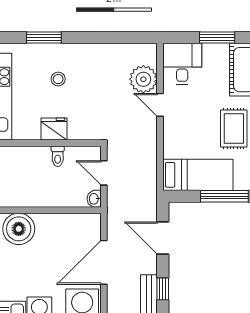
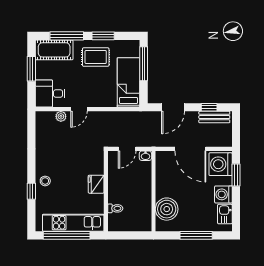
window: (44, 37) -> (31, 191), width x0.67
stool: (58, 79) -> (45, 181), moved
plant: (143, 79) -> (61, 116), width x0.53, depth x0.53
toilet: (58, 156) -> (115, 208), moved

